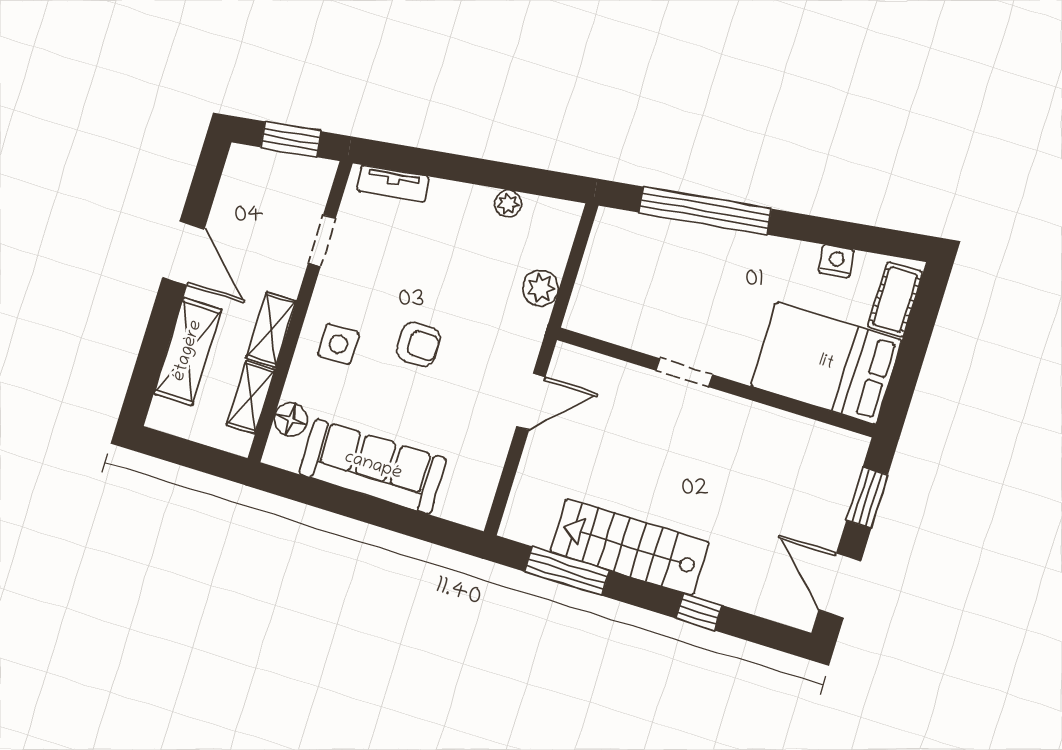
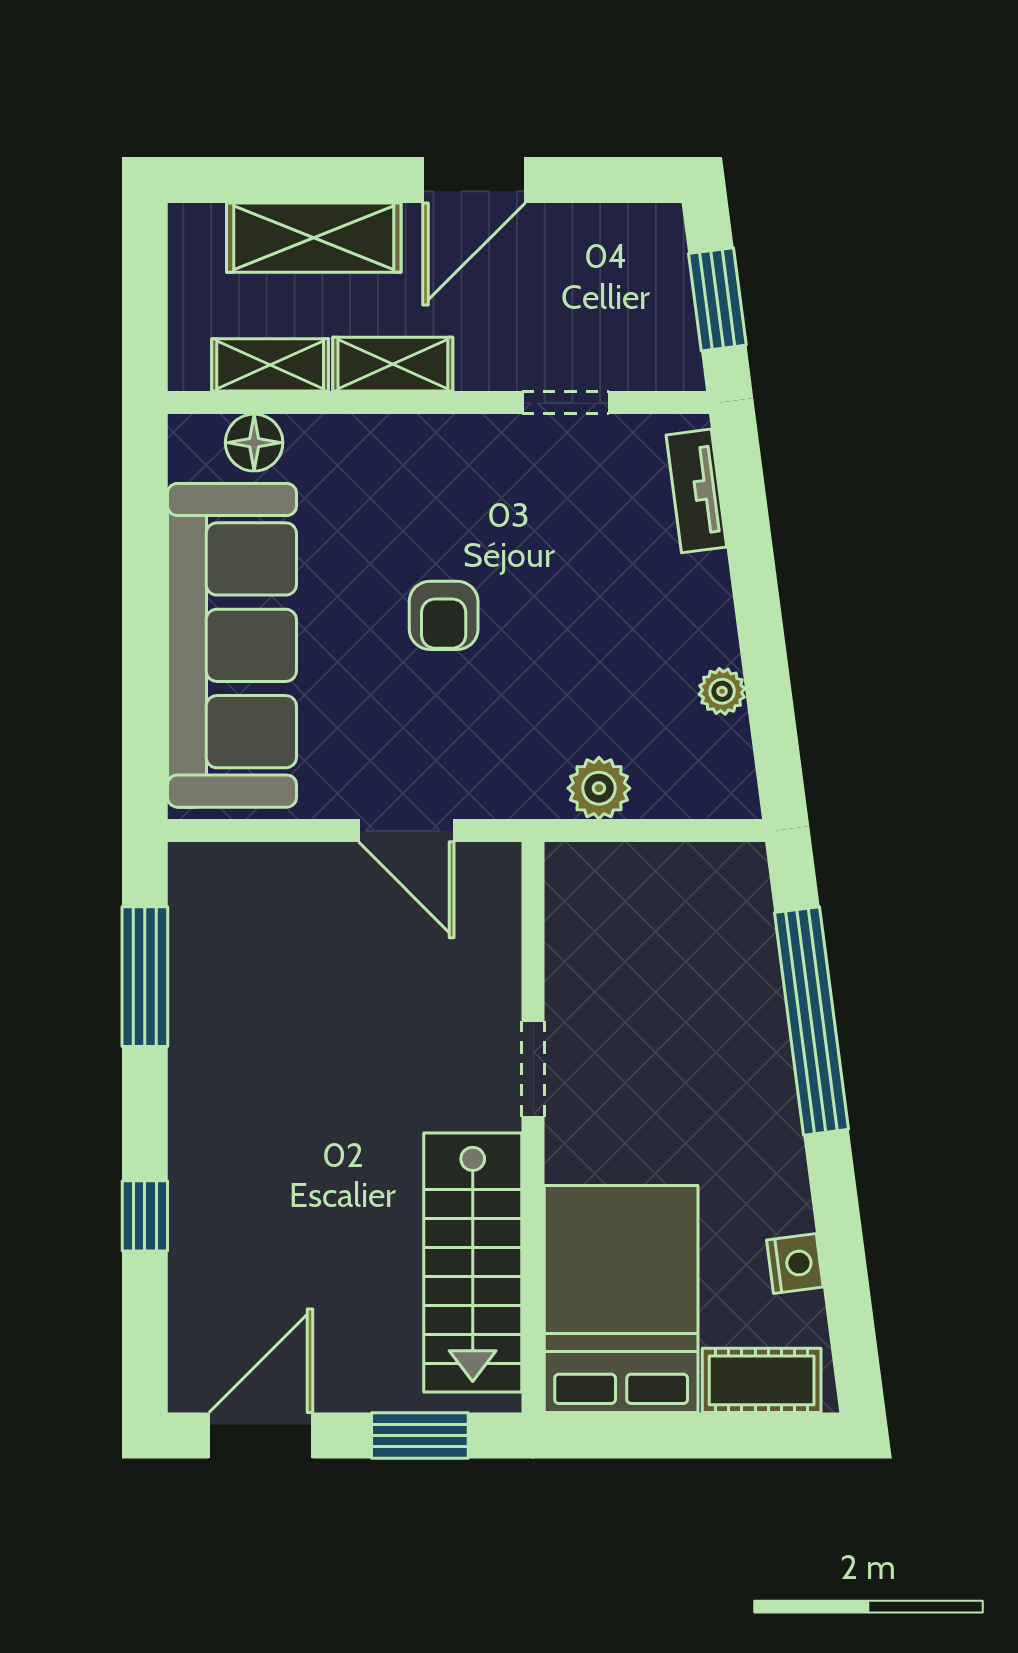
side table: (338, 344) -> (403, 483), removed
sofa: (373, 466) -> (232, 645), width x1.36, depth x1.27
stairs: (630, 547) -> (473, 1263), moved, turned 180

